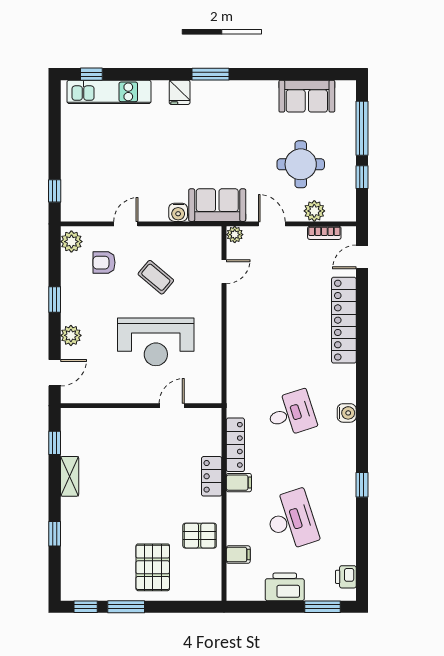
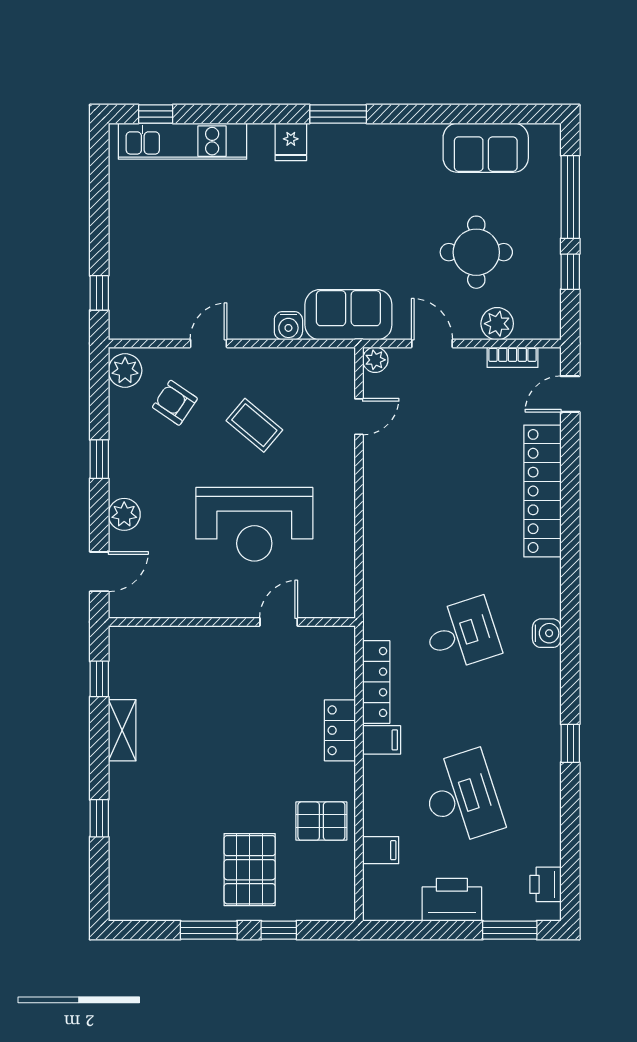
armchair: (104, 263) -> (175, 403), turned 34
window: (86, 607) -> (279, 930), moved

